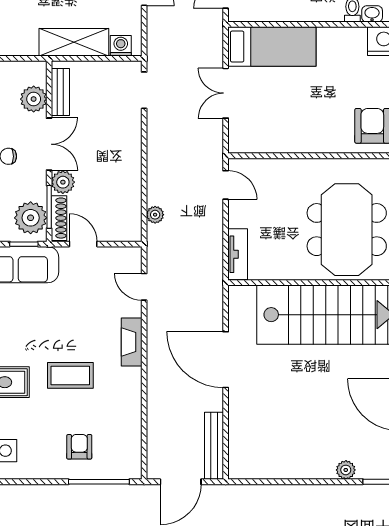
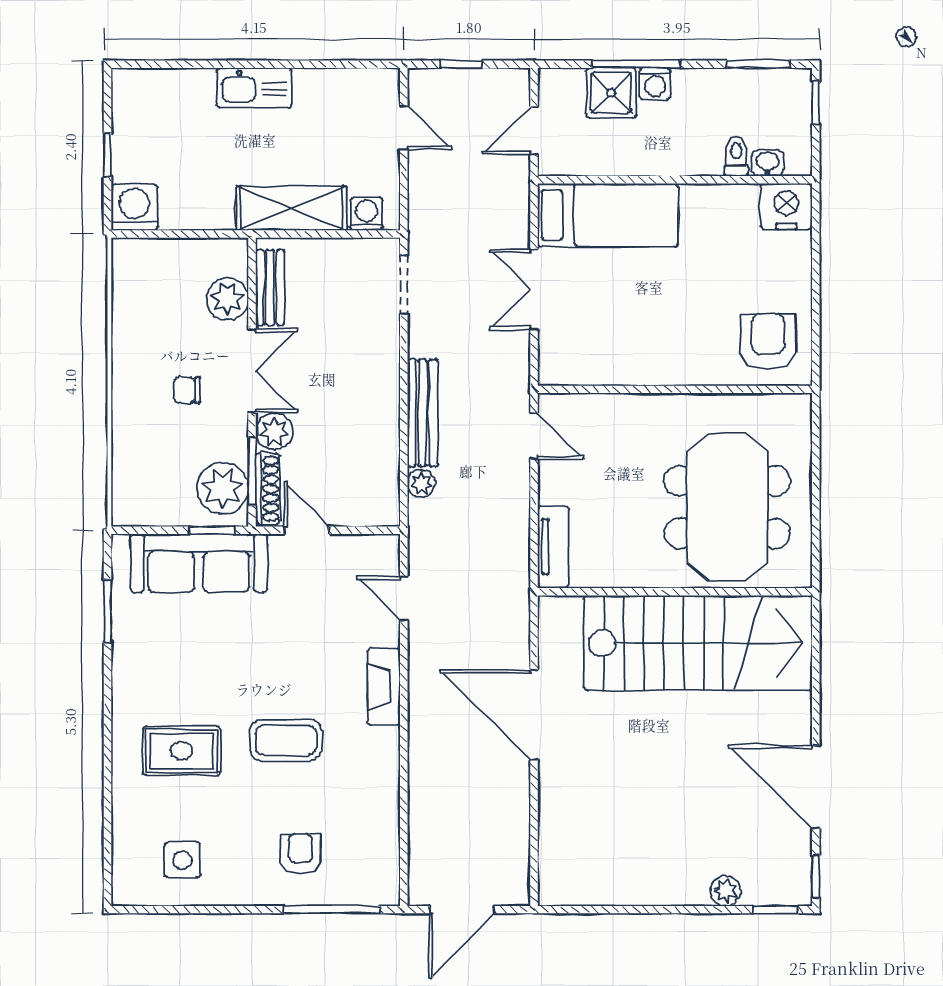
bench: (214, 446) -> (423, 413), moved

